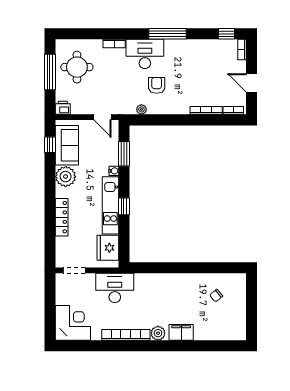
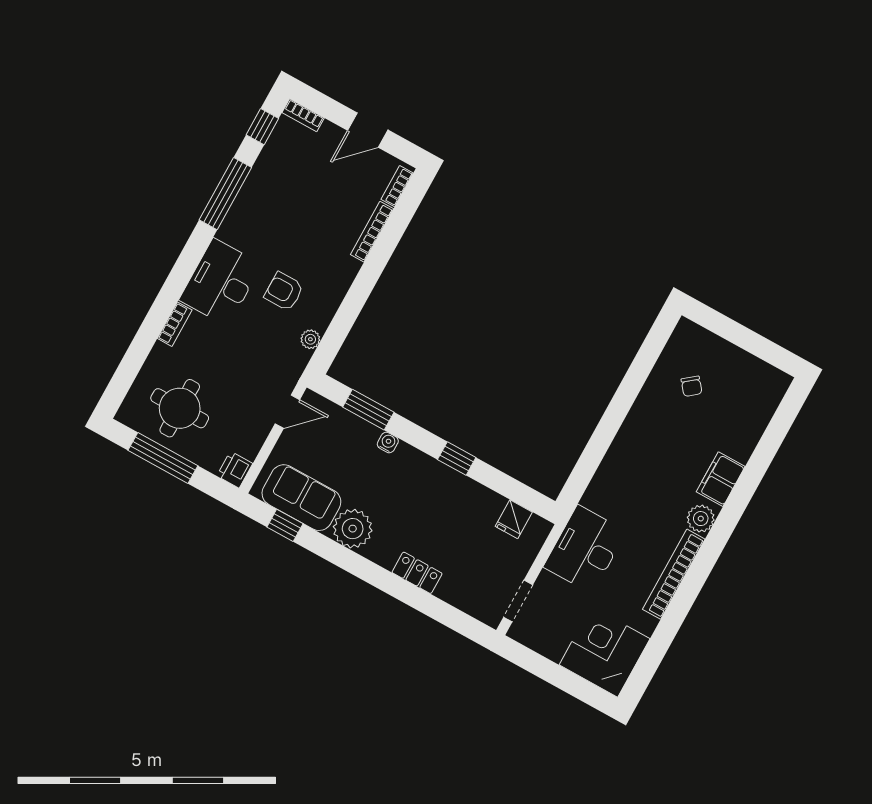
window: (168, 34) -> (225, 194), moved
kitchen unit: (110, 205) -> (442, 480), removed
locker: (62, 217) -> (417, 573), width x0.66
fridge: (108, 248) -> (514, 519), width x0.53, depth x0.75

